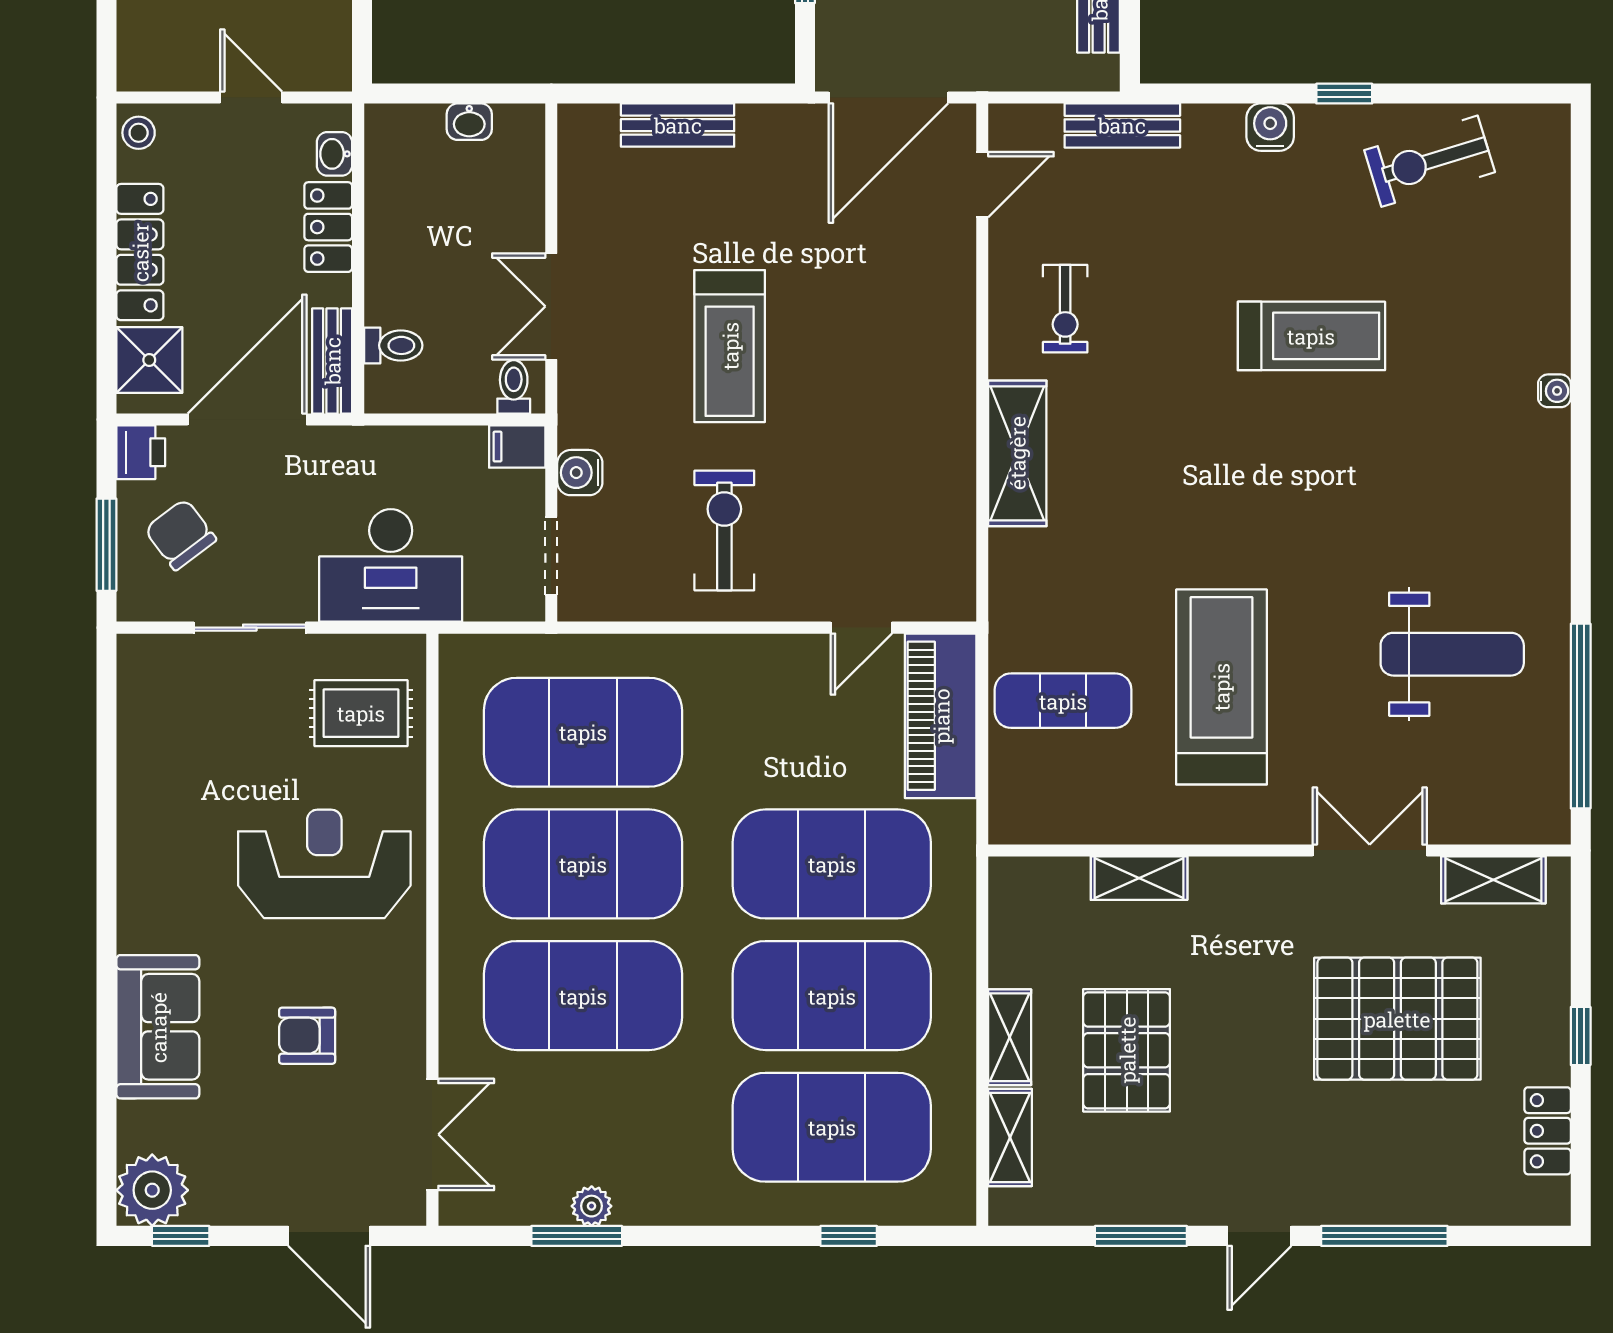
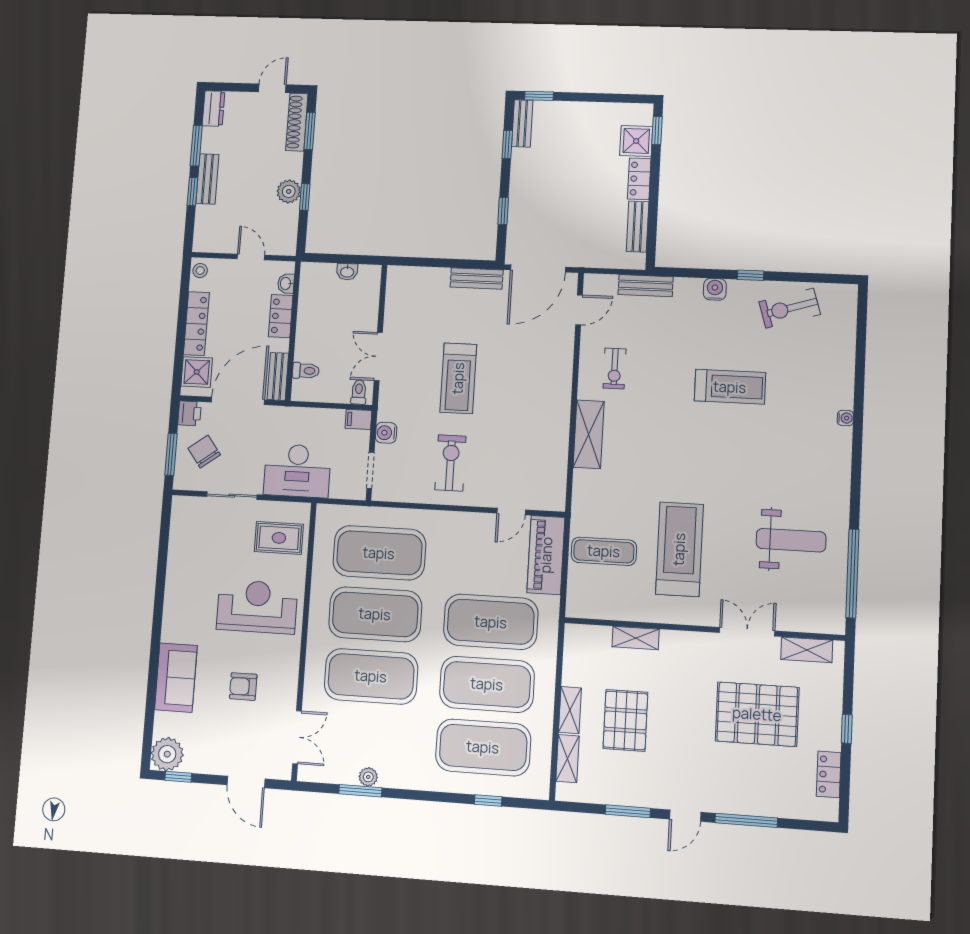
bench: (678, 125) -> (477, 279), moved

